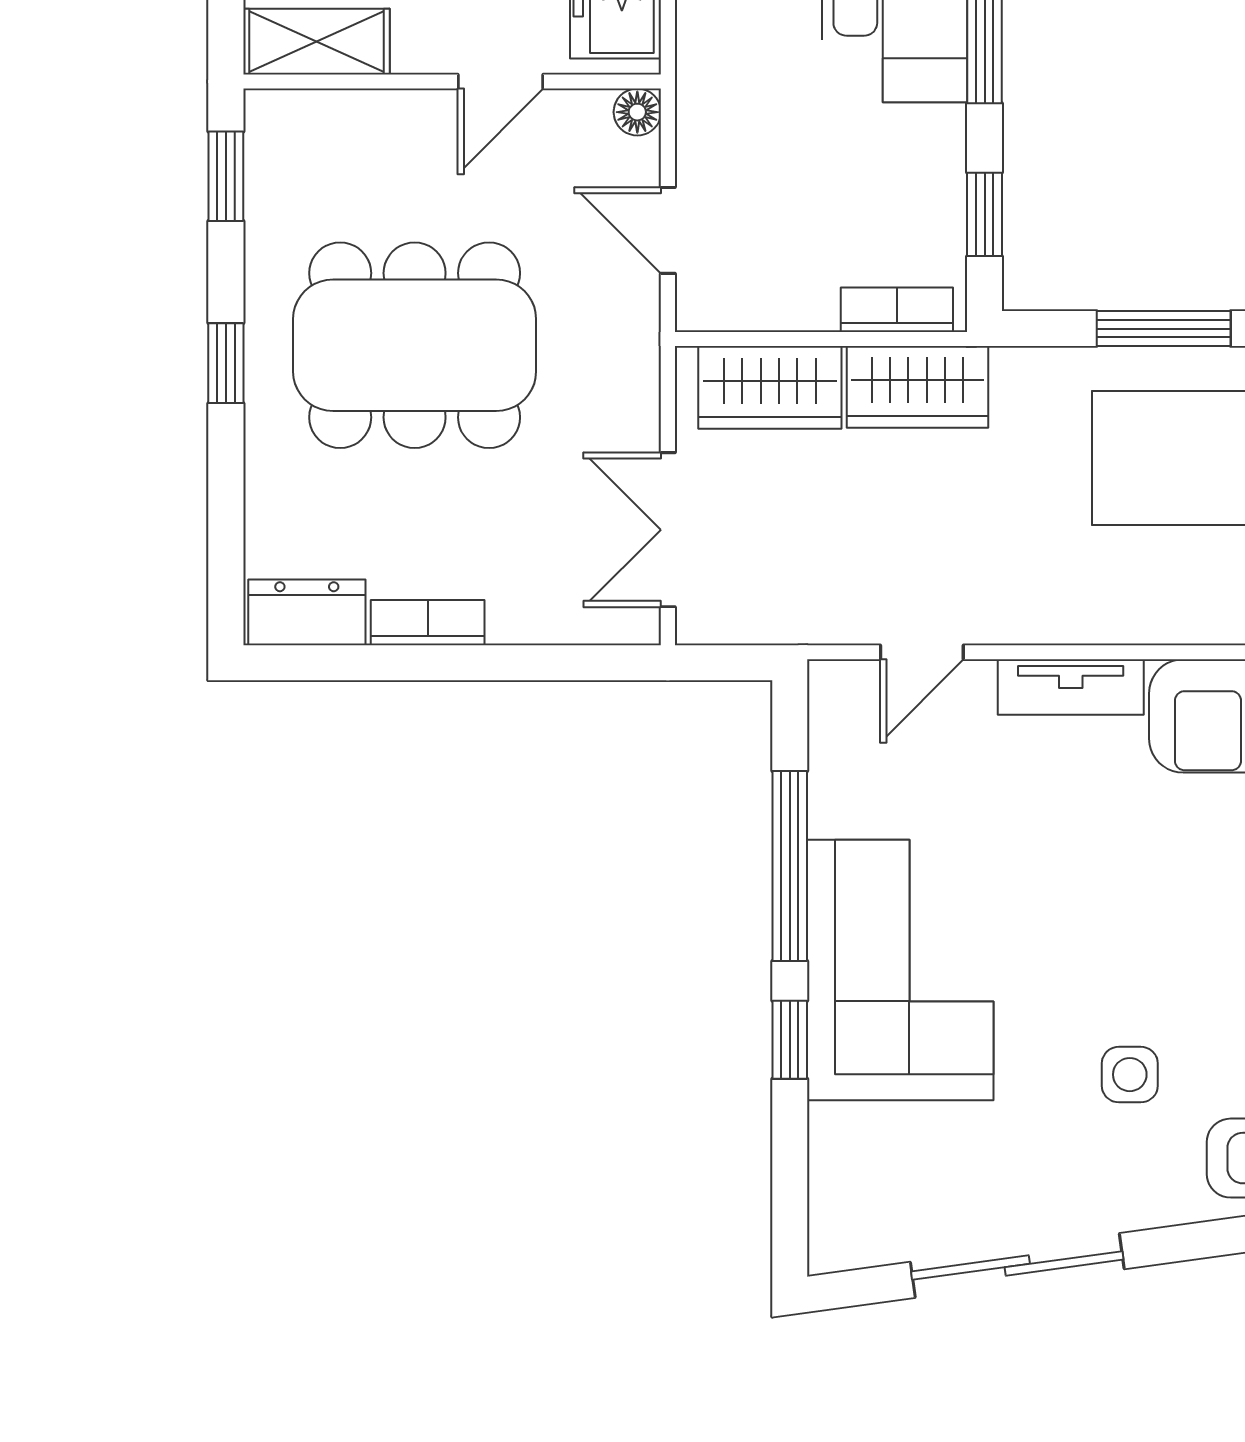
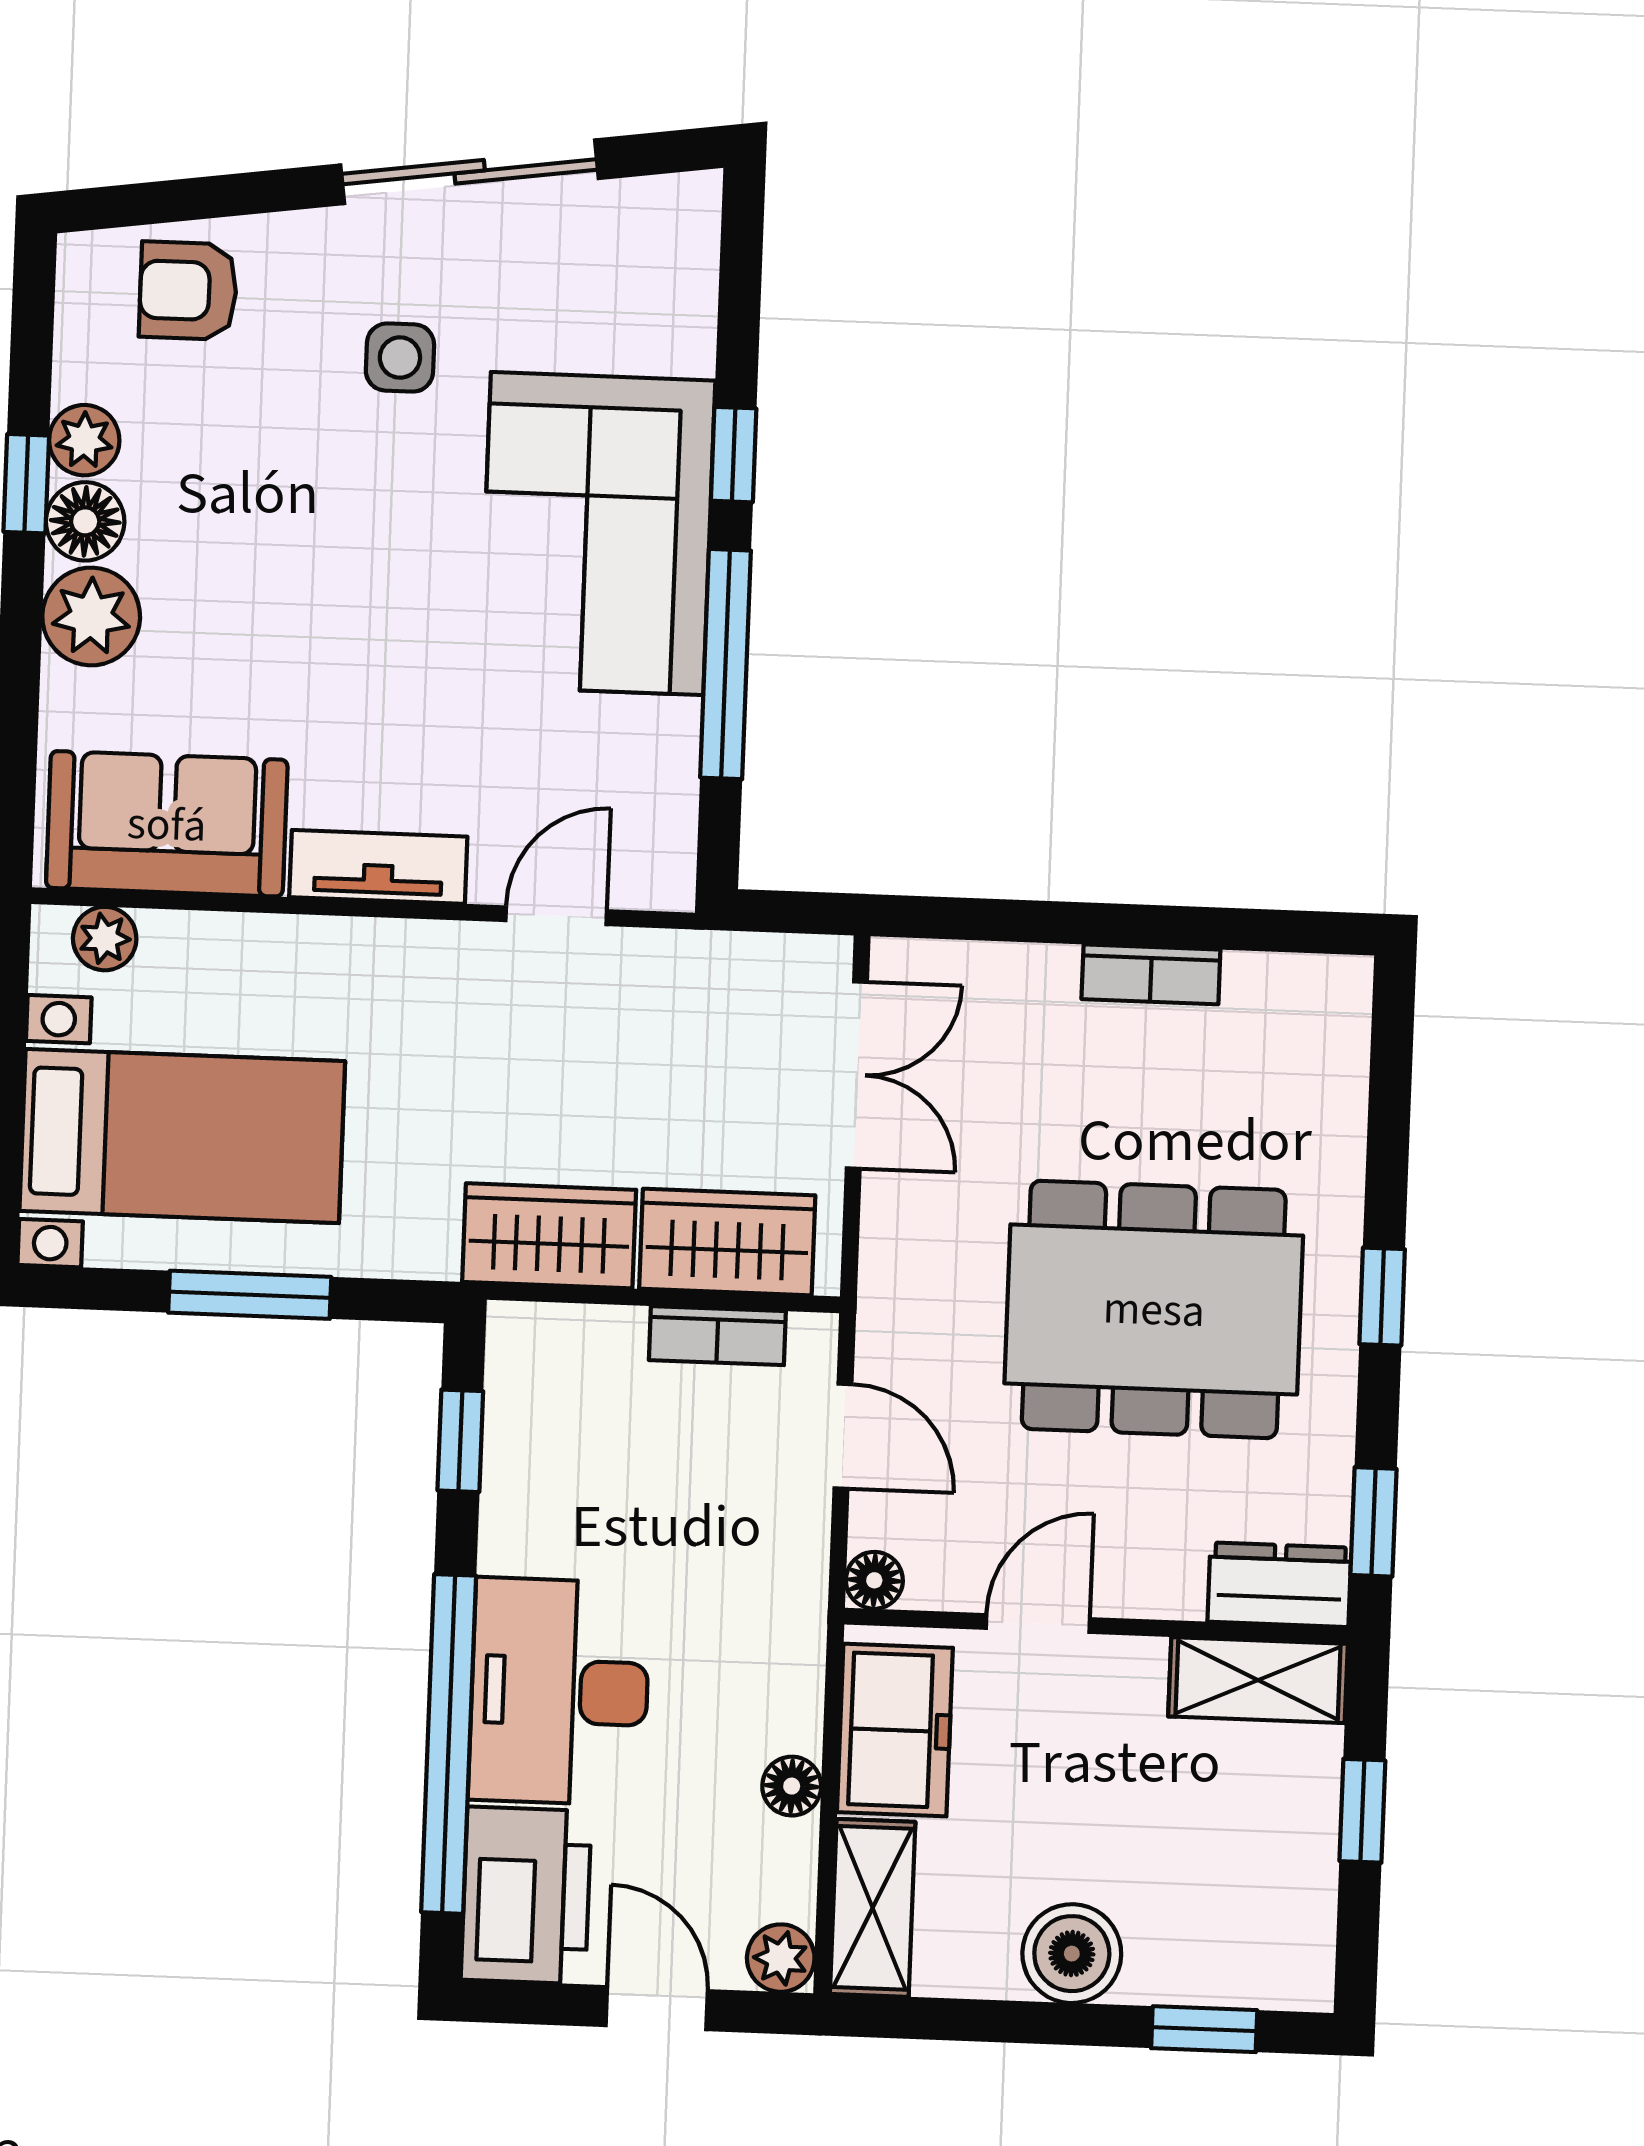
bookcase: (897, 310) -> (717, 1336), moved
dresser: (307, 612) -> (1279, 1585), moved, turned 180
side table: (1130, 1075) -> (400, 358), moved

